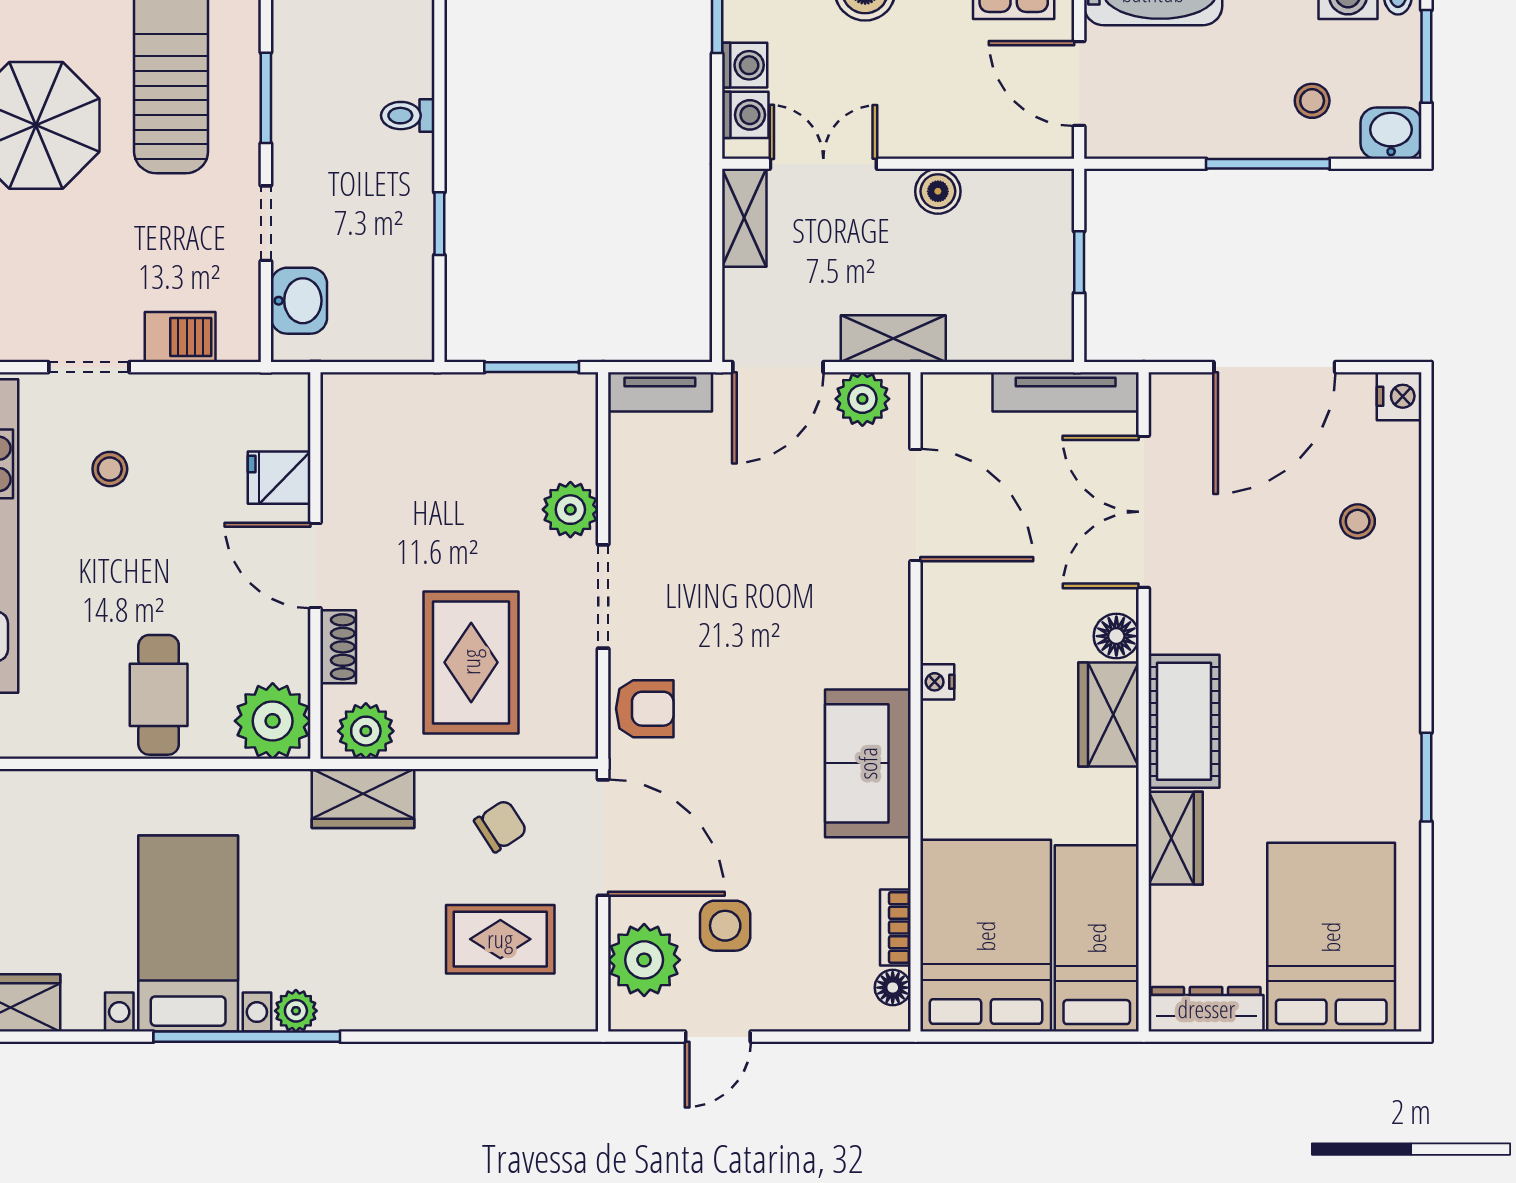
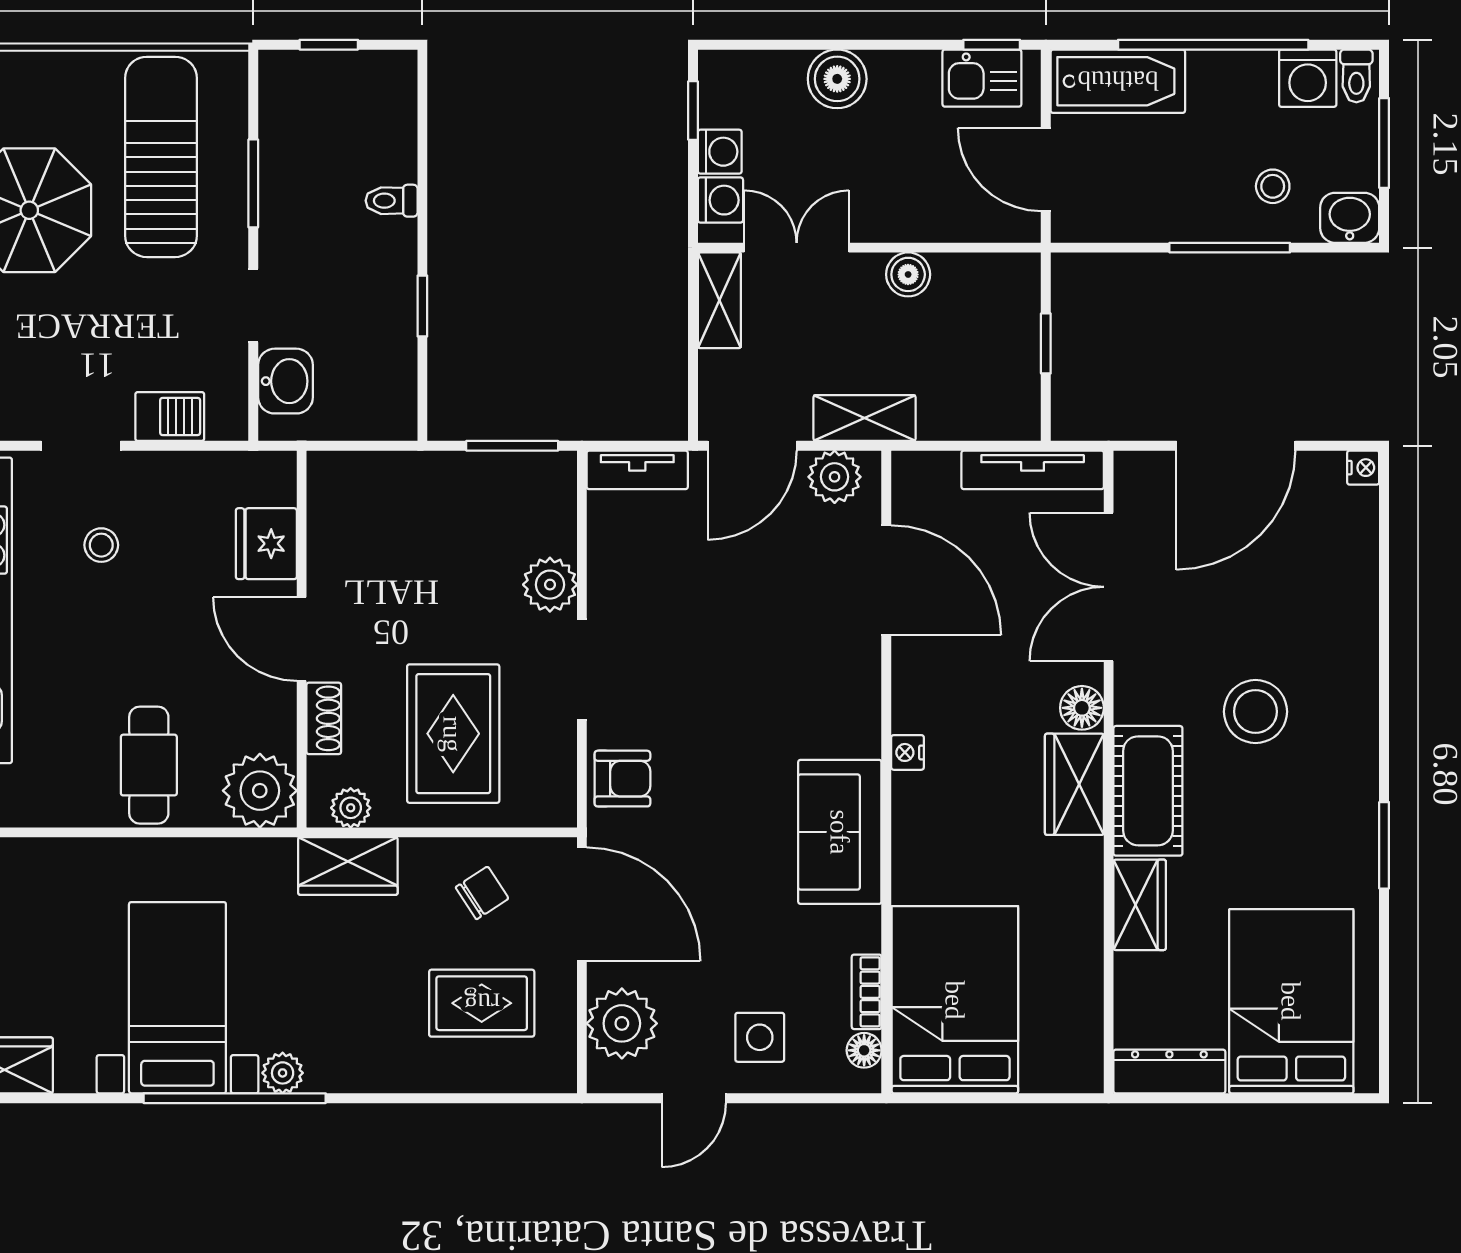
nightstand: (1399, 396) -> (1363, 468), width x0.72, depth x0.74
fridge: (279, 478) -> (266, 544), width x1.38
stool: (1358, 521) -> (1255, 712), moved, width x1.89, depth x1.89
plant: (366, 731) -> (351, 808), width x0.73, depth x0.73
side table: (725, 926) -> (760, 1037), moved
bed: (1097, 938) -> (1063, 1002), removed

